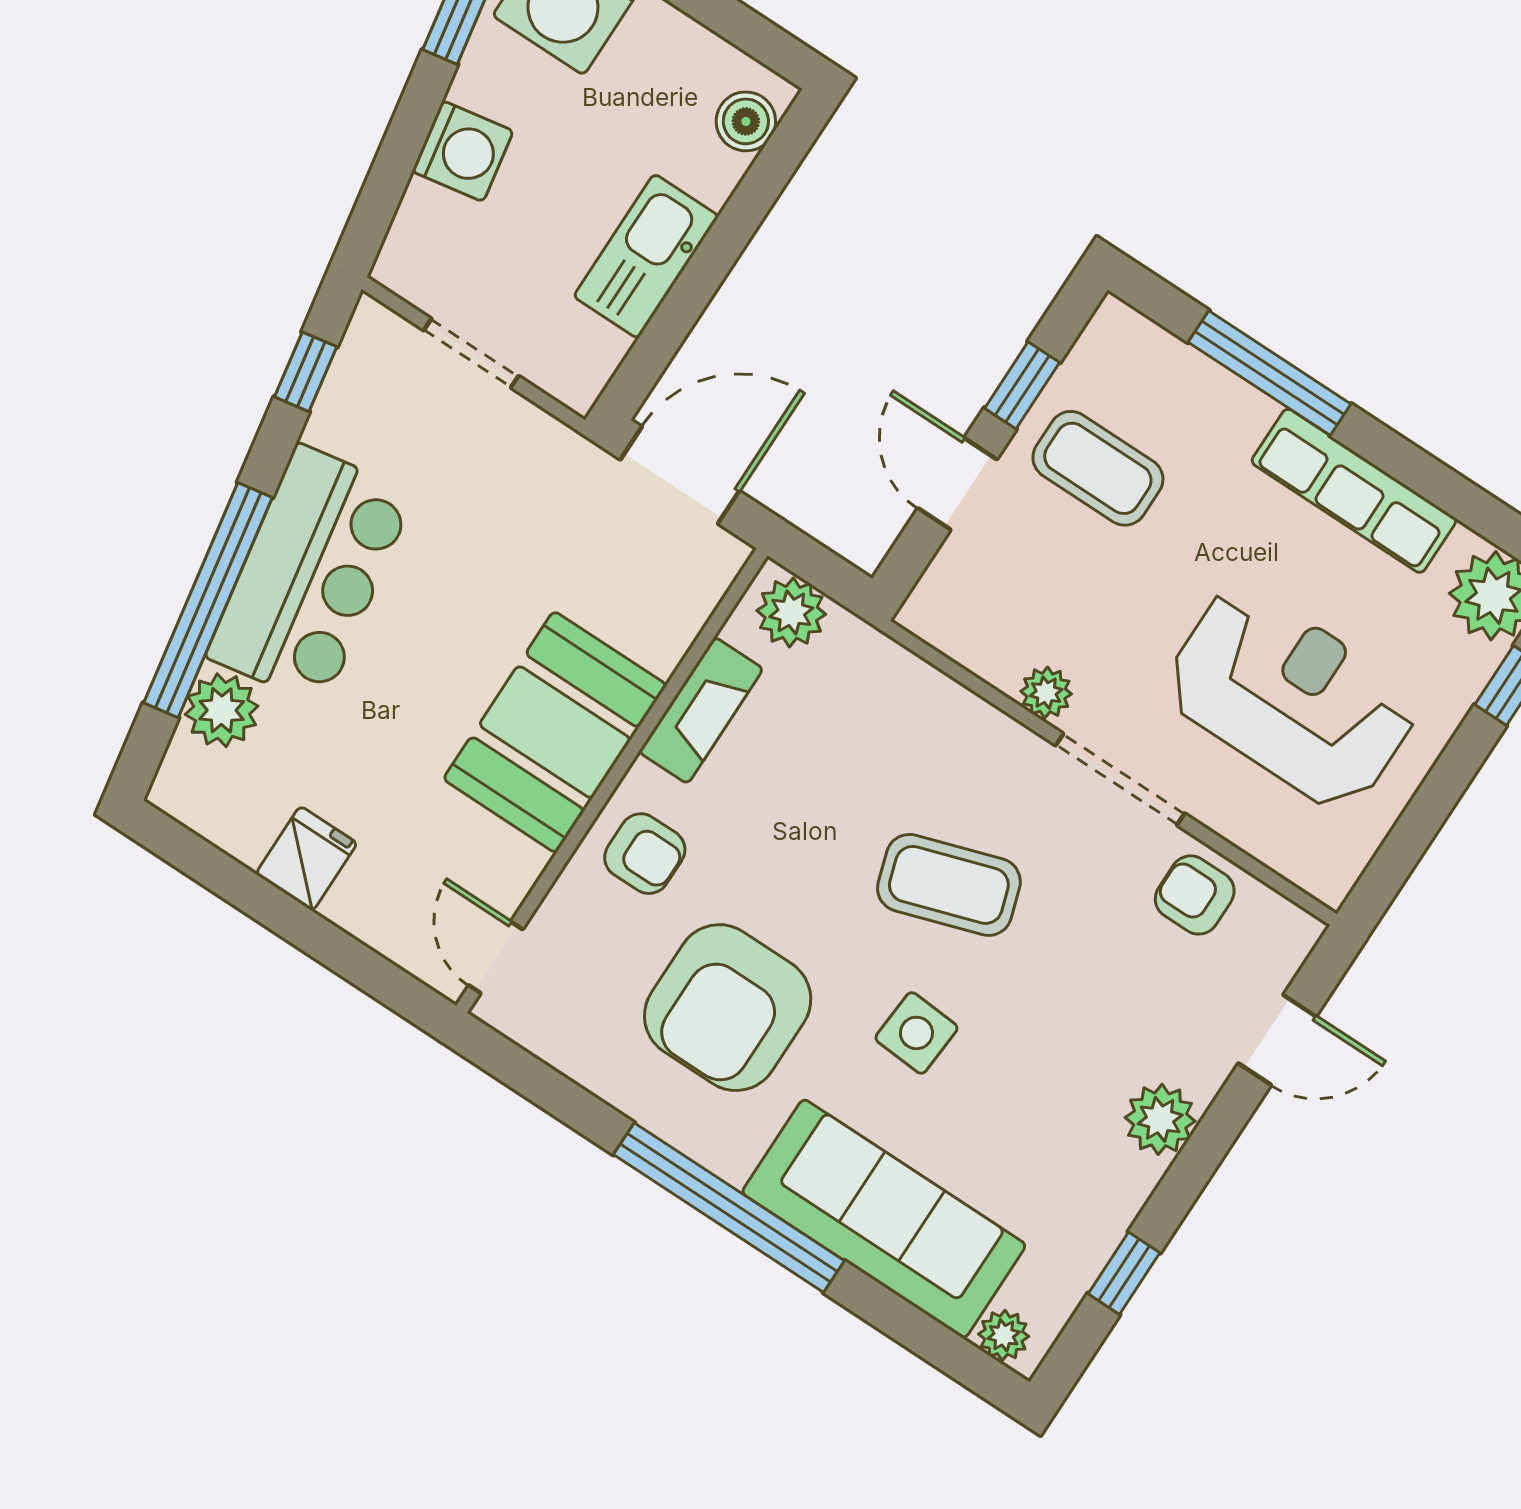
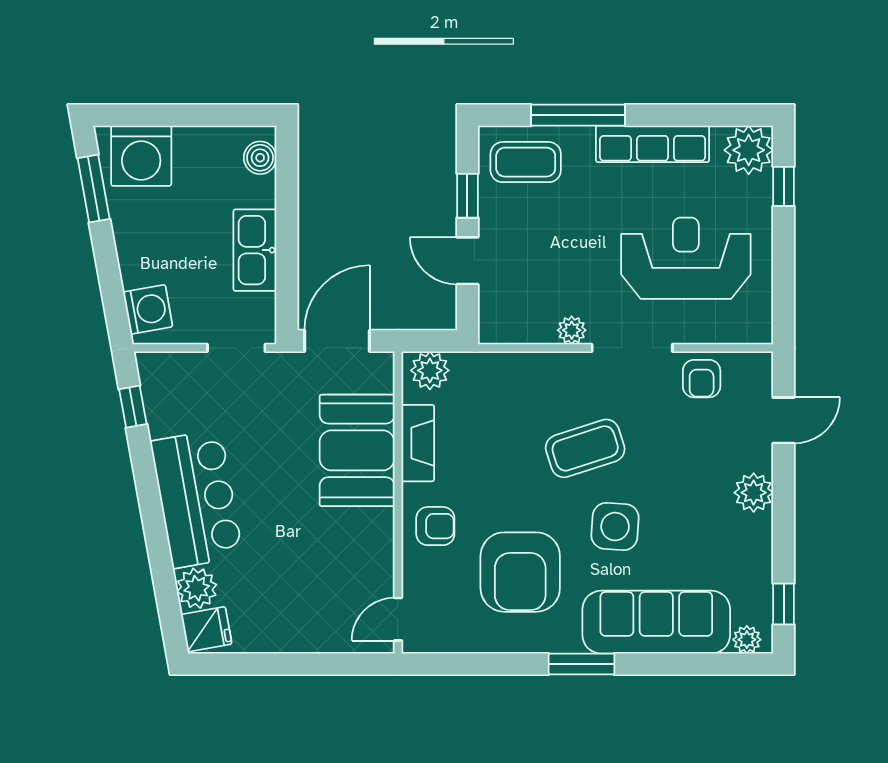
washing machine: (463, 151) -> (148, 309), moved
doorway: (471, 353) -> (236, 348), moved
coffee table: (1098, 468) -> (526, 162), moved
window: (208, 600) -> (157, 542), removed
booth: (555, 732) -> (357, 450), moved
fridge: (307, 858) -> (206, 629), moved, turned 80
armchair: (1195, 895) -> (702, 379), turned -90
door: (496, 957) -> (398, 619), hinge flipped
side table: (916, 1033) -> (615, 527), width x1.37, depth x1.37
window: (729, 1208) -> (581, 664), width x0.47
window: (1124, 1273) -> (784, 604), moved

